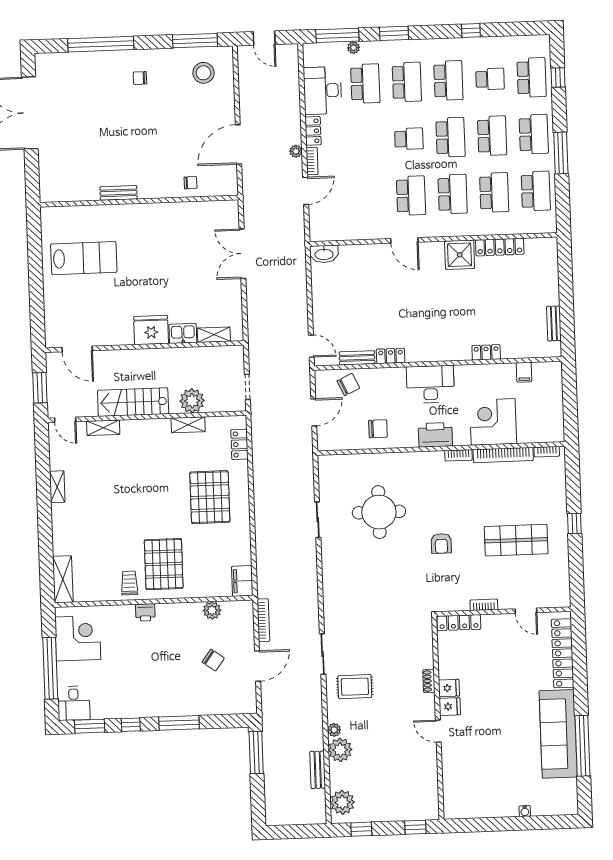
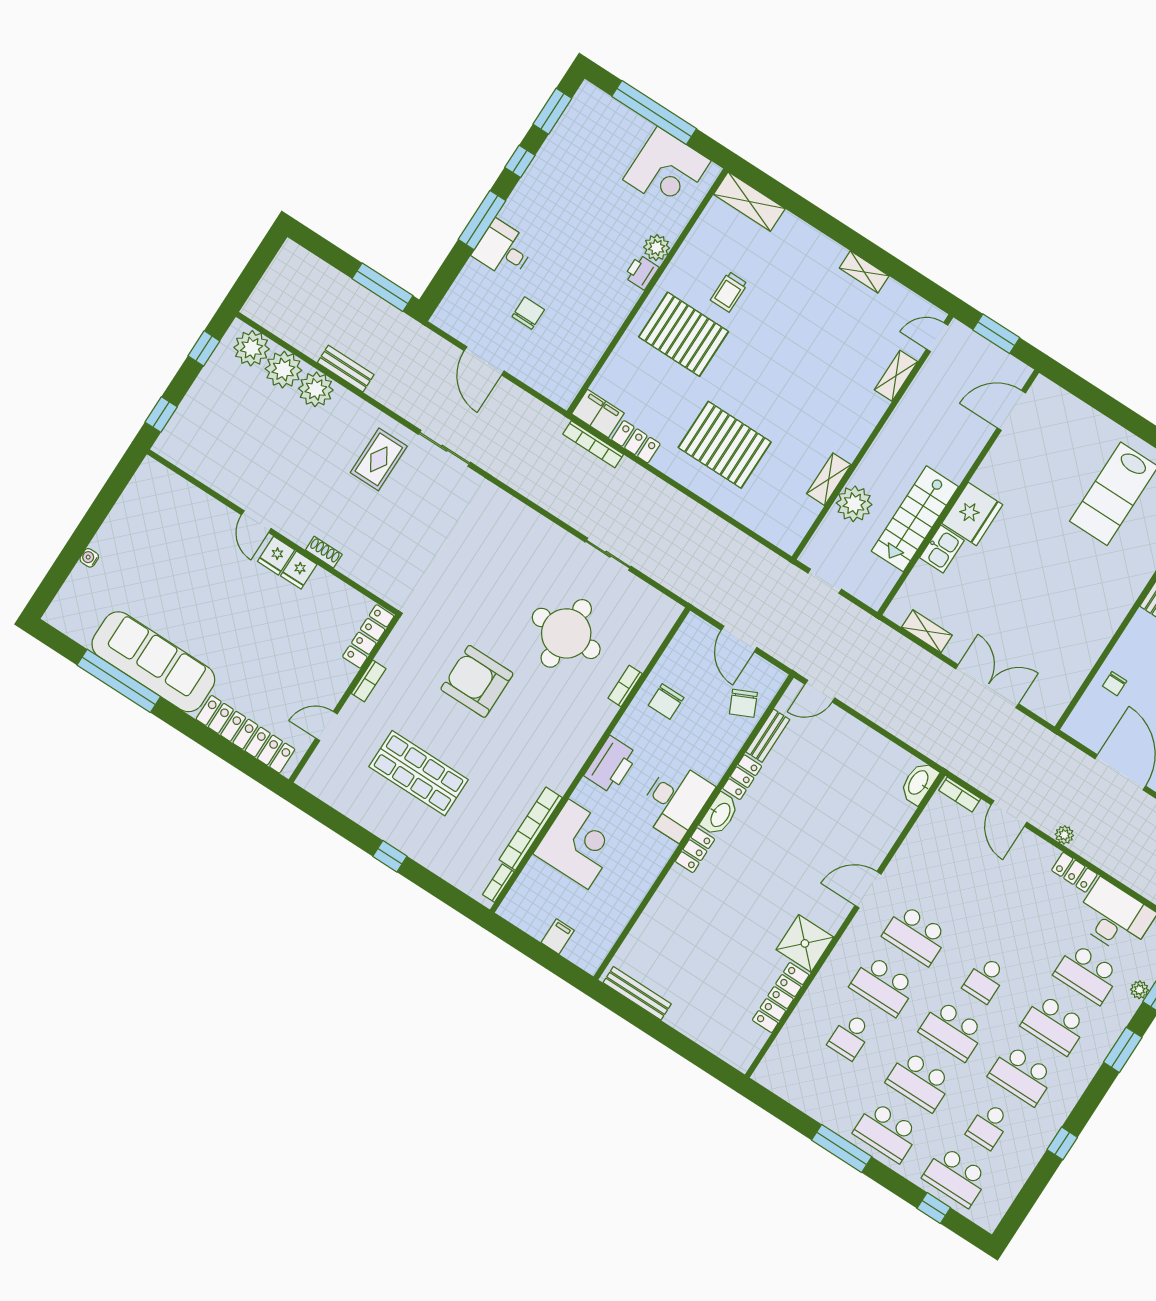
bookcase: (312, 161) -> (960, 795), moved
school desk: (536, 191) -> (817, 1087), removed
school desk: (494, 193) -> (850, 1036), width x0.54
bench: (554, 323) -> (637, 993), width x1.36
shelving: (214, 335) -> (927, 631), moved, turned 90
locker: (486, 352) -> (695, 850), moved
washbasin: (420, 354) -> (720, 814), added
filing cabinet: (524, 372) -> (558, 936), moved, turned 90
stairs: (133, 402) -> (915, 519), moved, turned 180
locker: (239, 444) -> (636, 442), moved
bookcase: (458, 455) -> (625, 686), moved
shop shelf: (516, 540) -> (419, 773), turned 90
armchair: (441, 543) -> (477, 681), width x1.88, depth x1.88
trolley: (129, 583) -> (729, 292), moved, turned 90
plant: (212, 610) -> (657, 248), moved
bookcase: (263, 620) -> (593, 444), moved
chair: (213, 660) -> (528, 313), turned 144
desk: (74, 703) -> (503, 250), moved
plant: (334, 730) -> (283, 370), moved, width x1.87, depth x1.87
door: (438, 731) -> (256, 522), swing flipped
bench: (318, 770) -> (346, 369), moved

